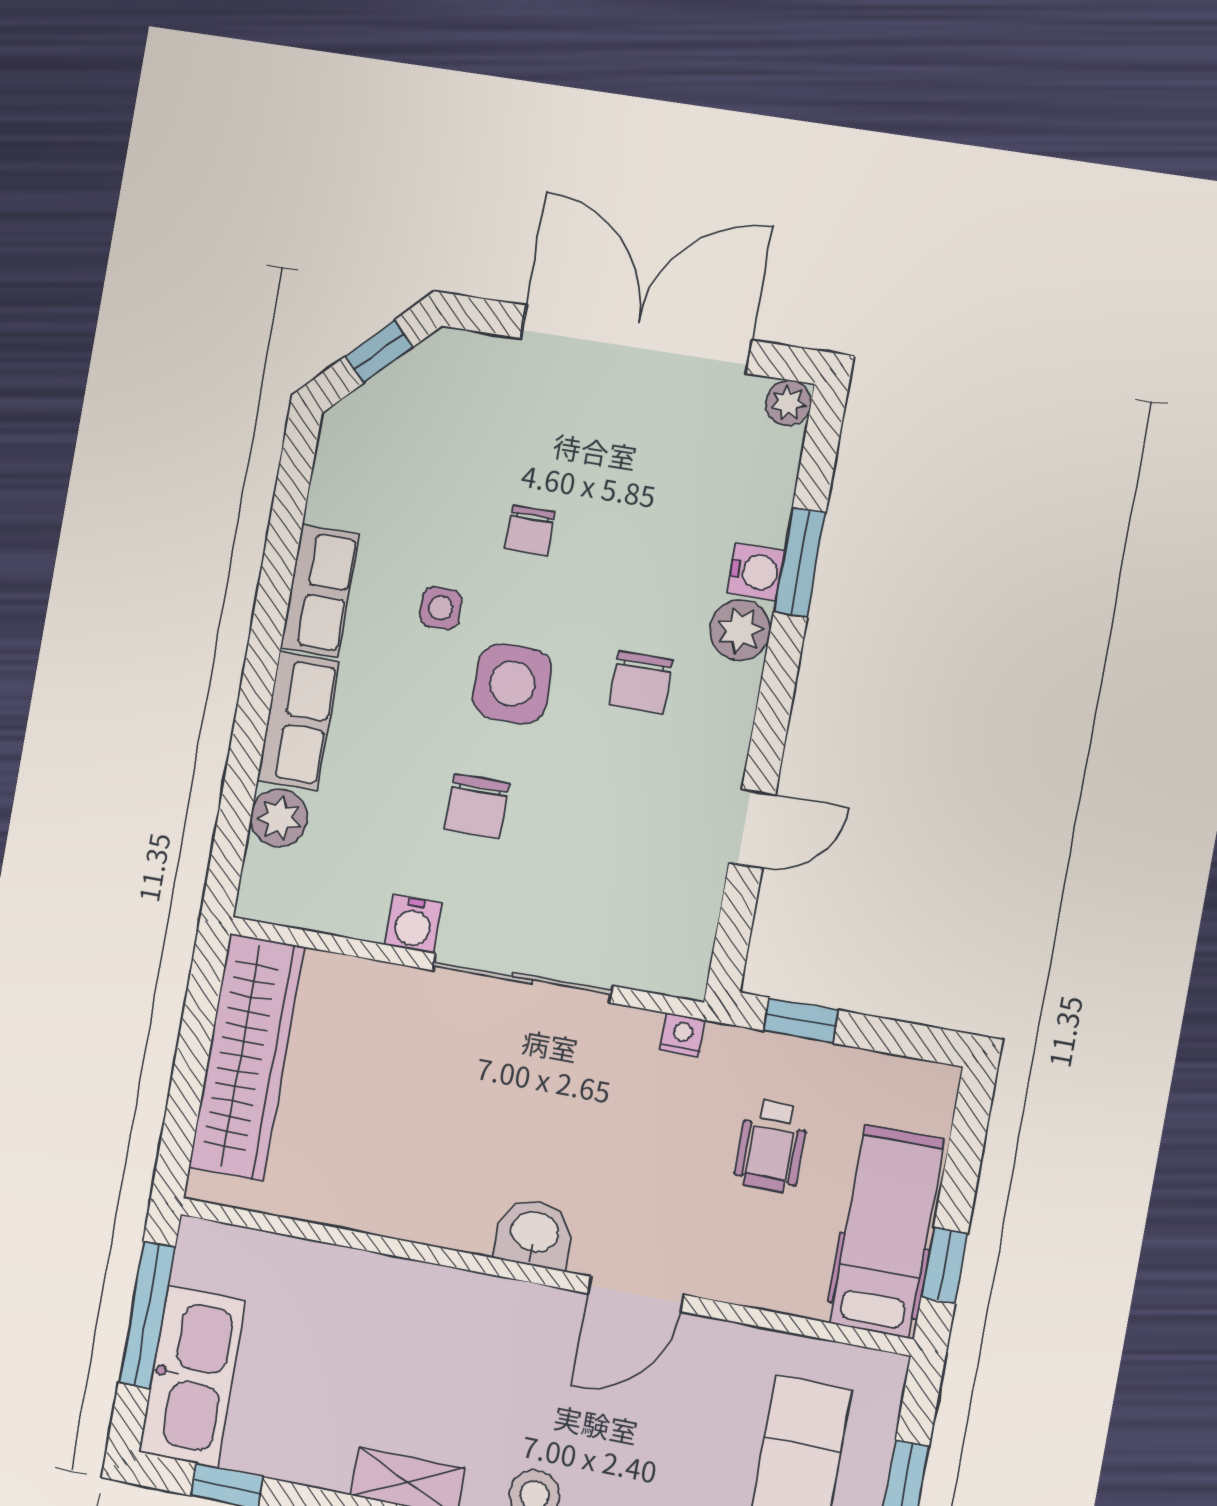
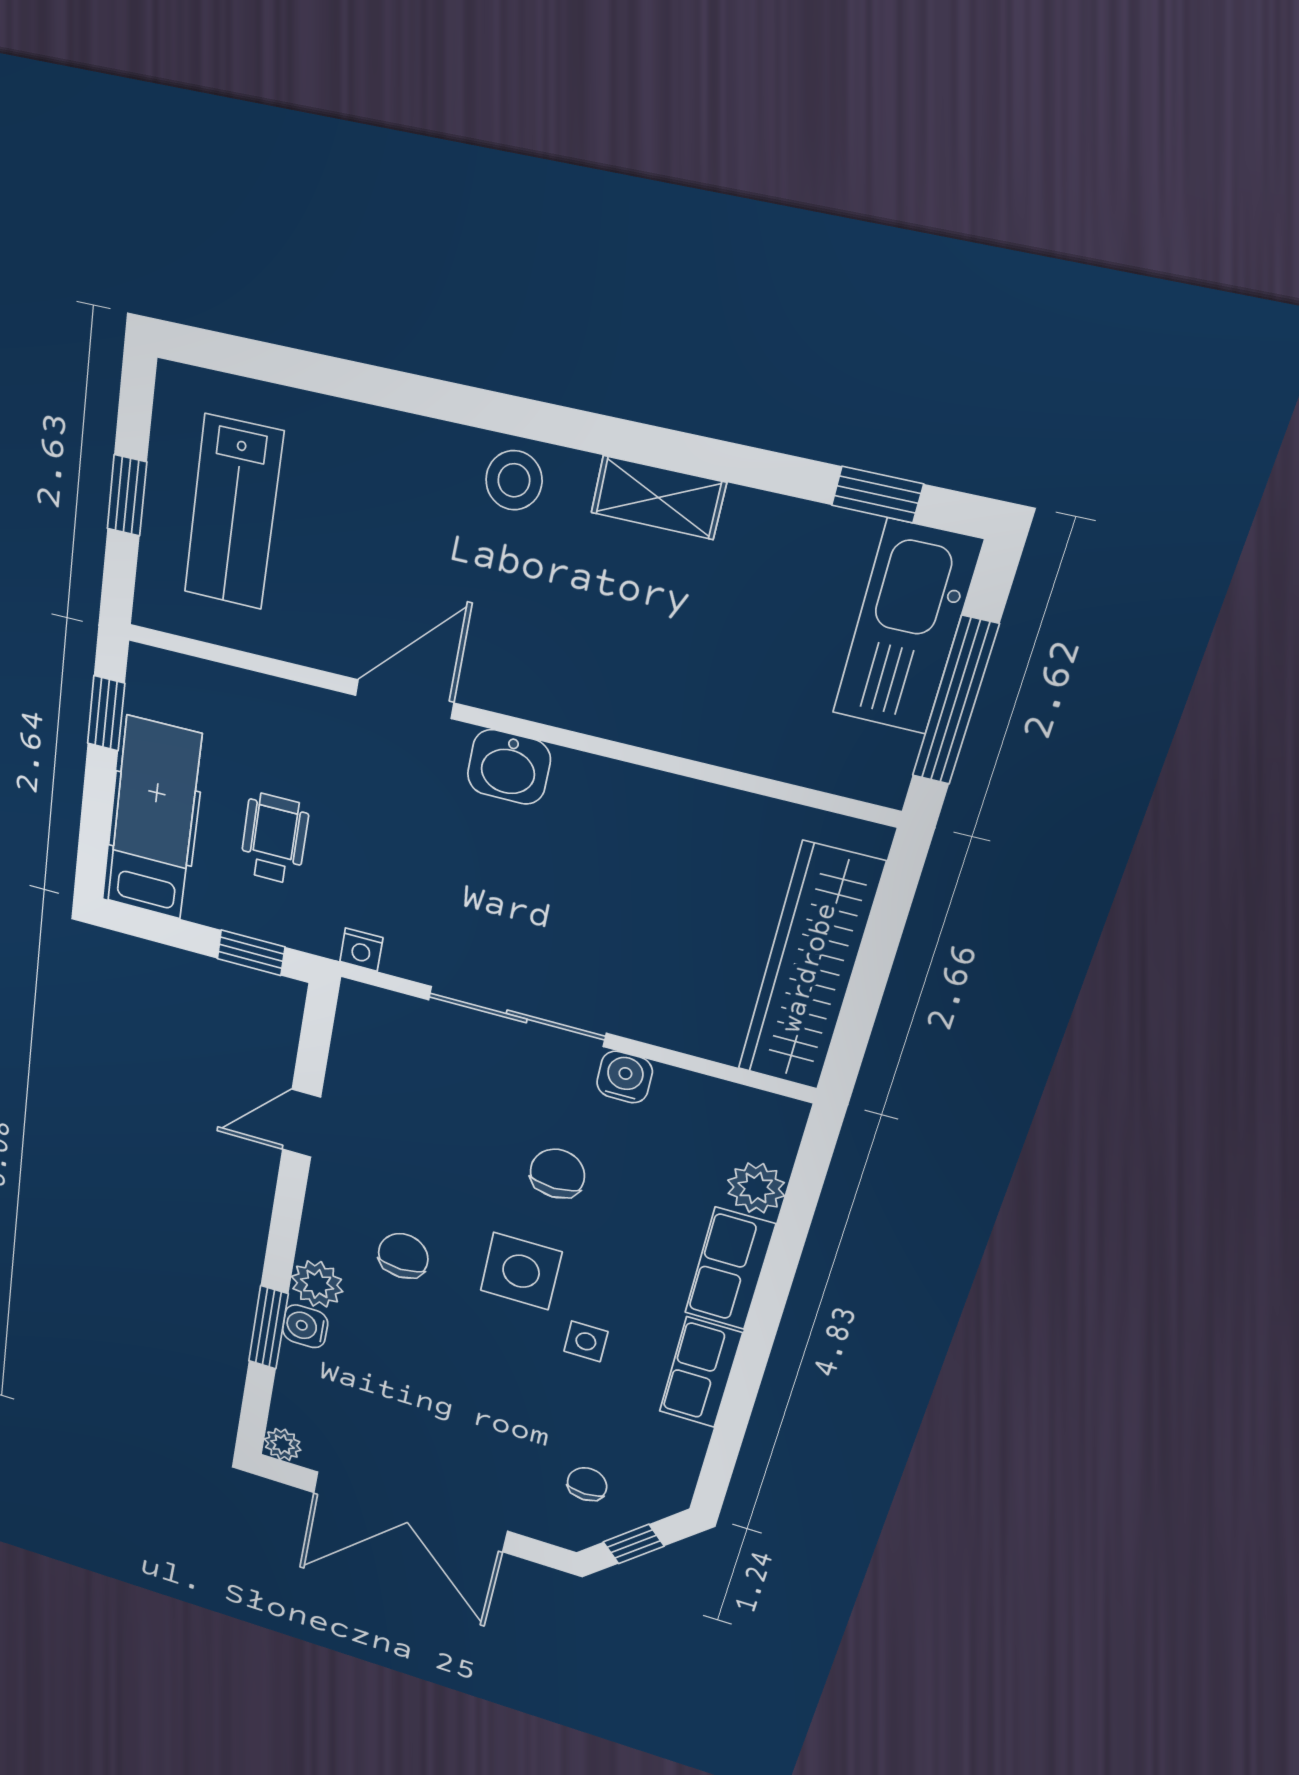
chair: (530, 530) -> (587, 1484), moved
hospital bed: (887, 1231) -> (154, 819), moved, turned 180

